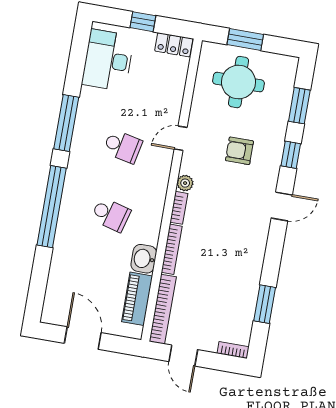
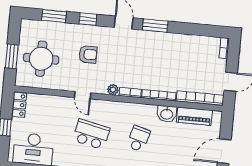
school desk: (123, 146) -> (91, 134), width x1.85
armchair: (239, 151) -> (88, 54), turned -90
window: (265, 304) -> (155, 26), moved

